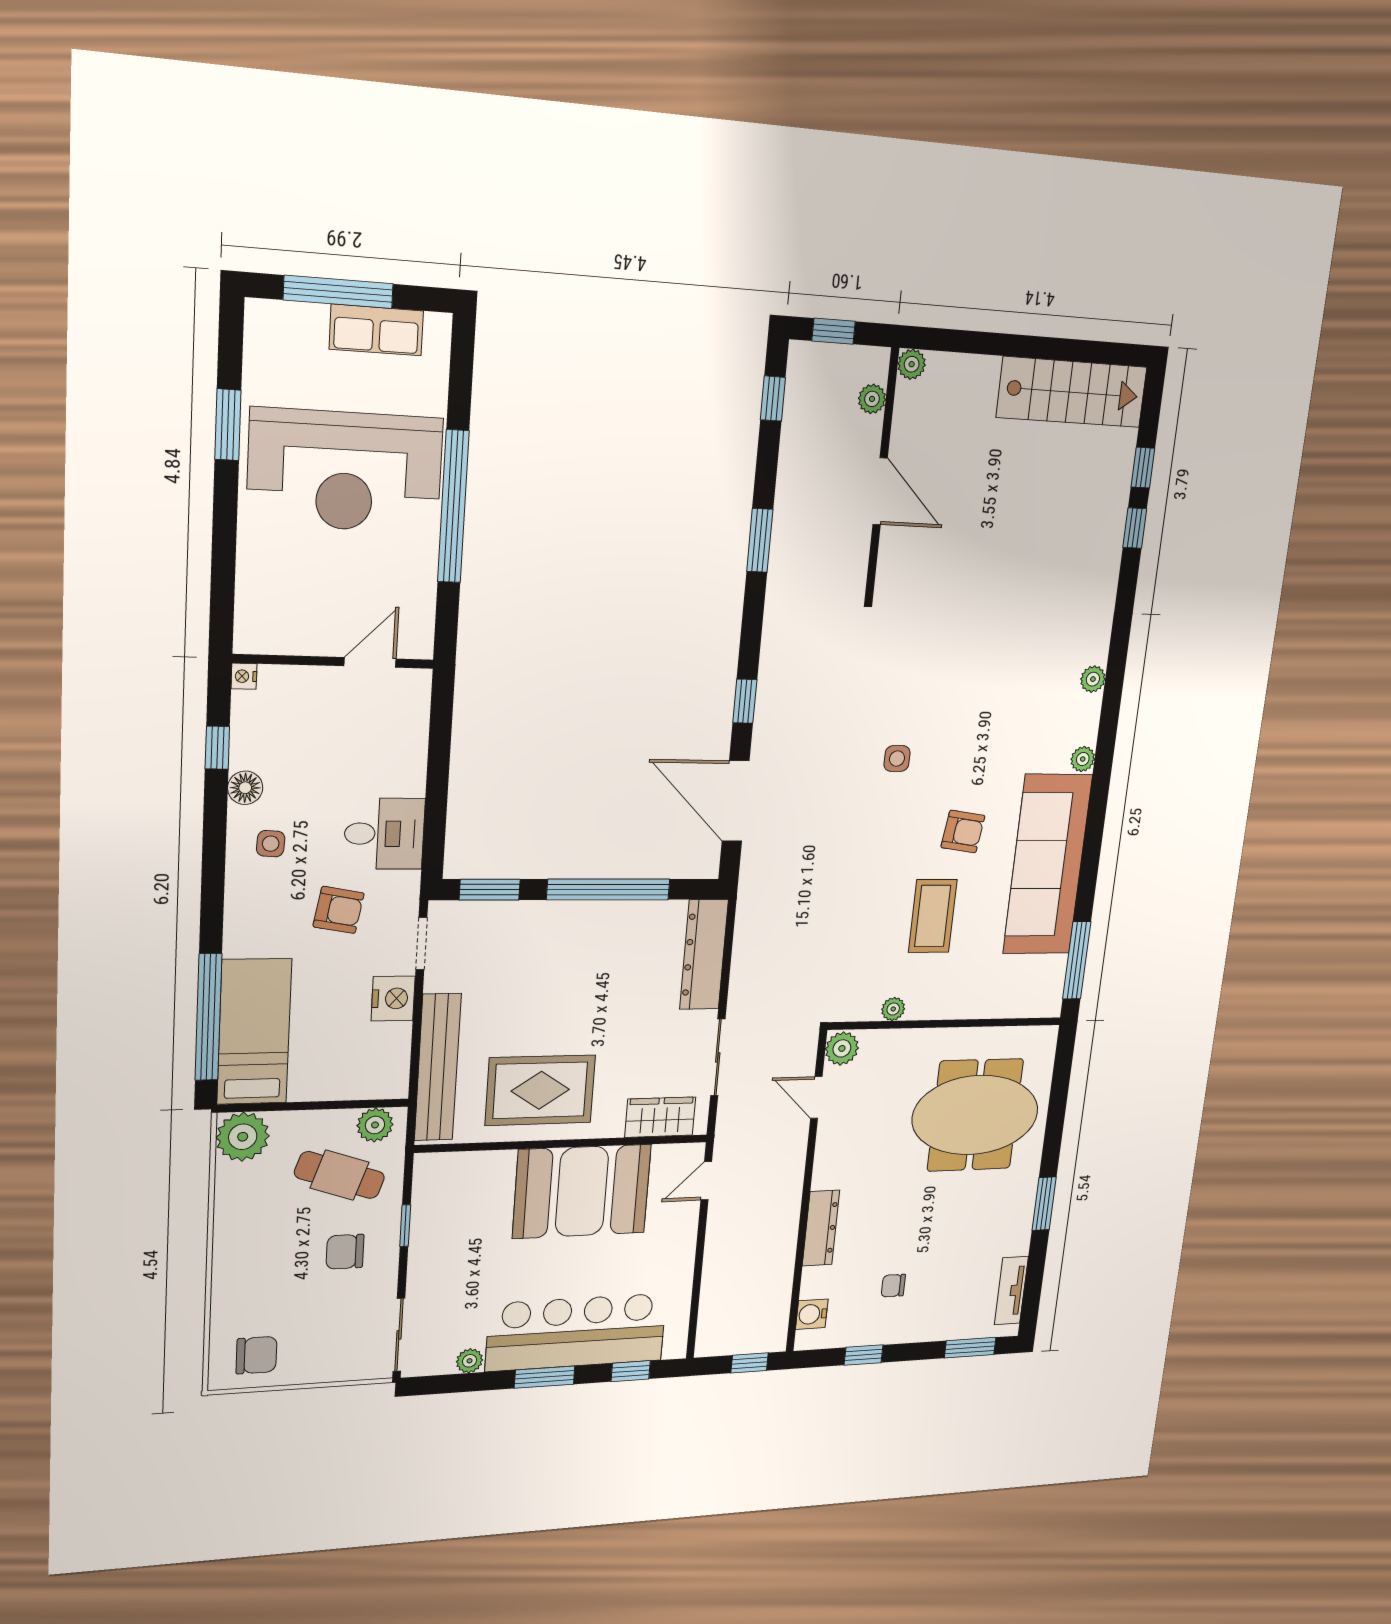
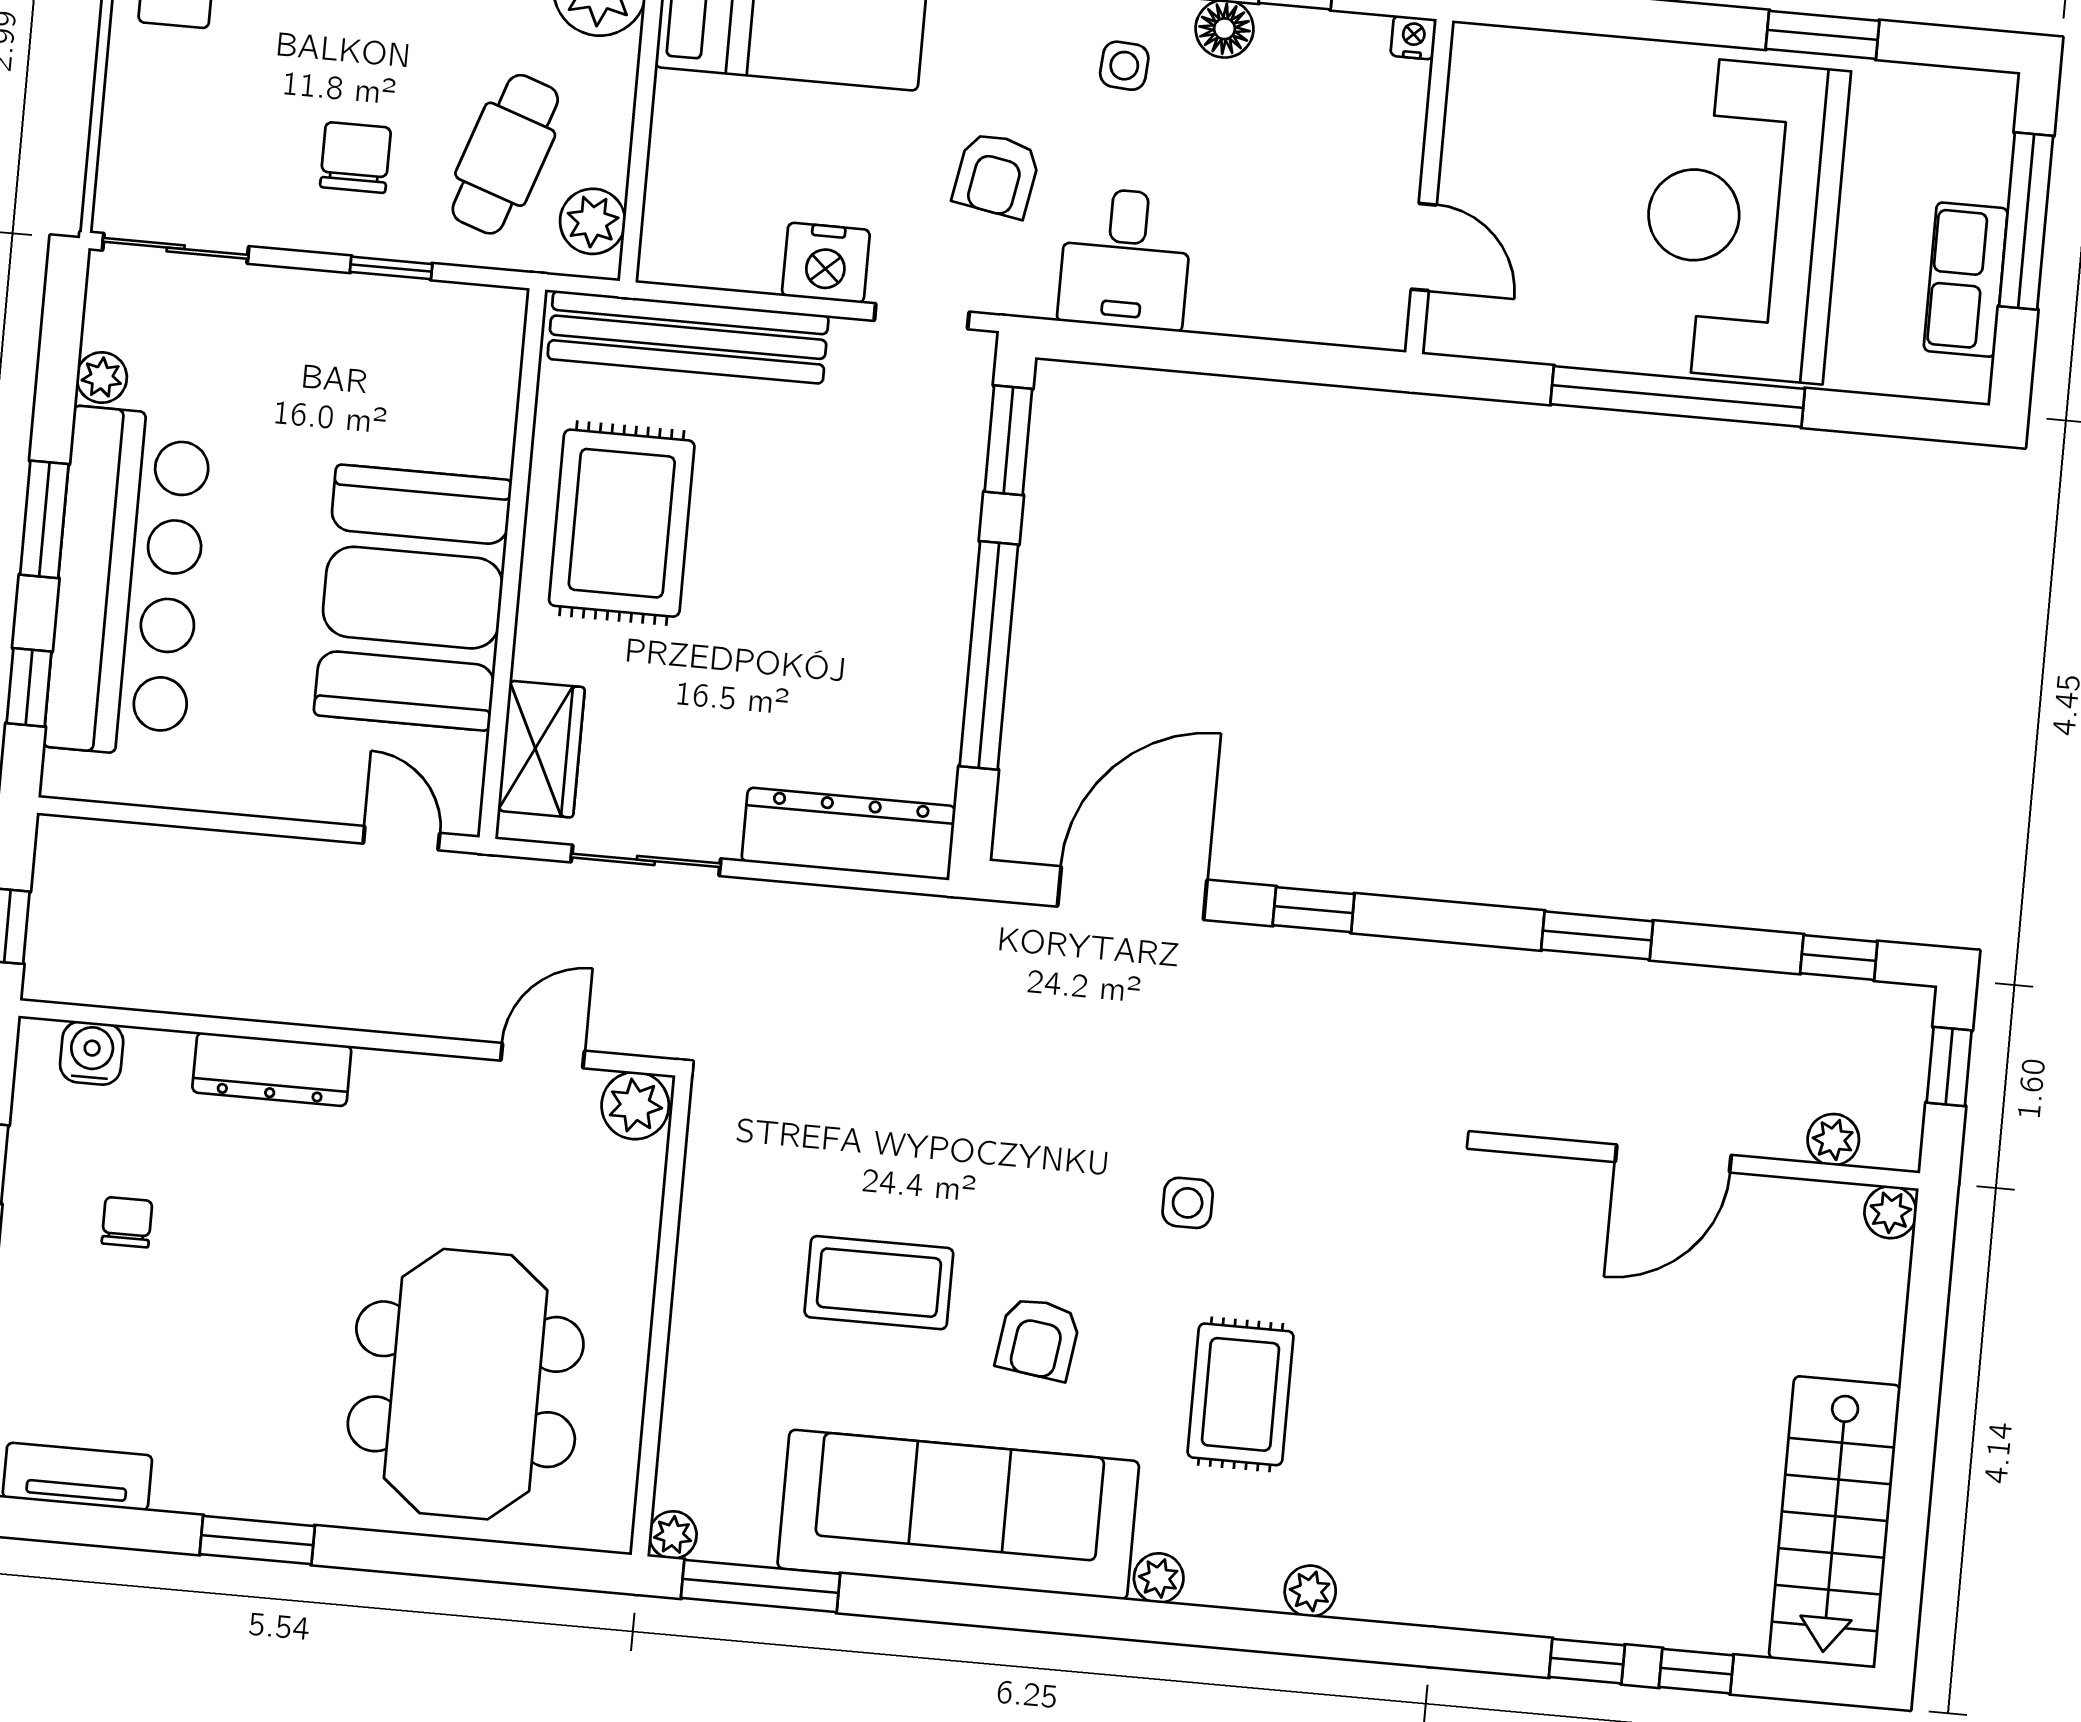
rug: (994, 723) -> (1241, 1394), added
plant: (893, 1009) -> (673, 1535), moved

